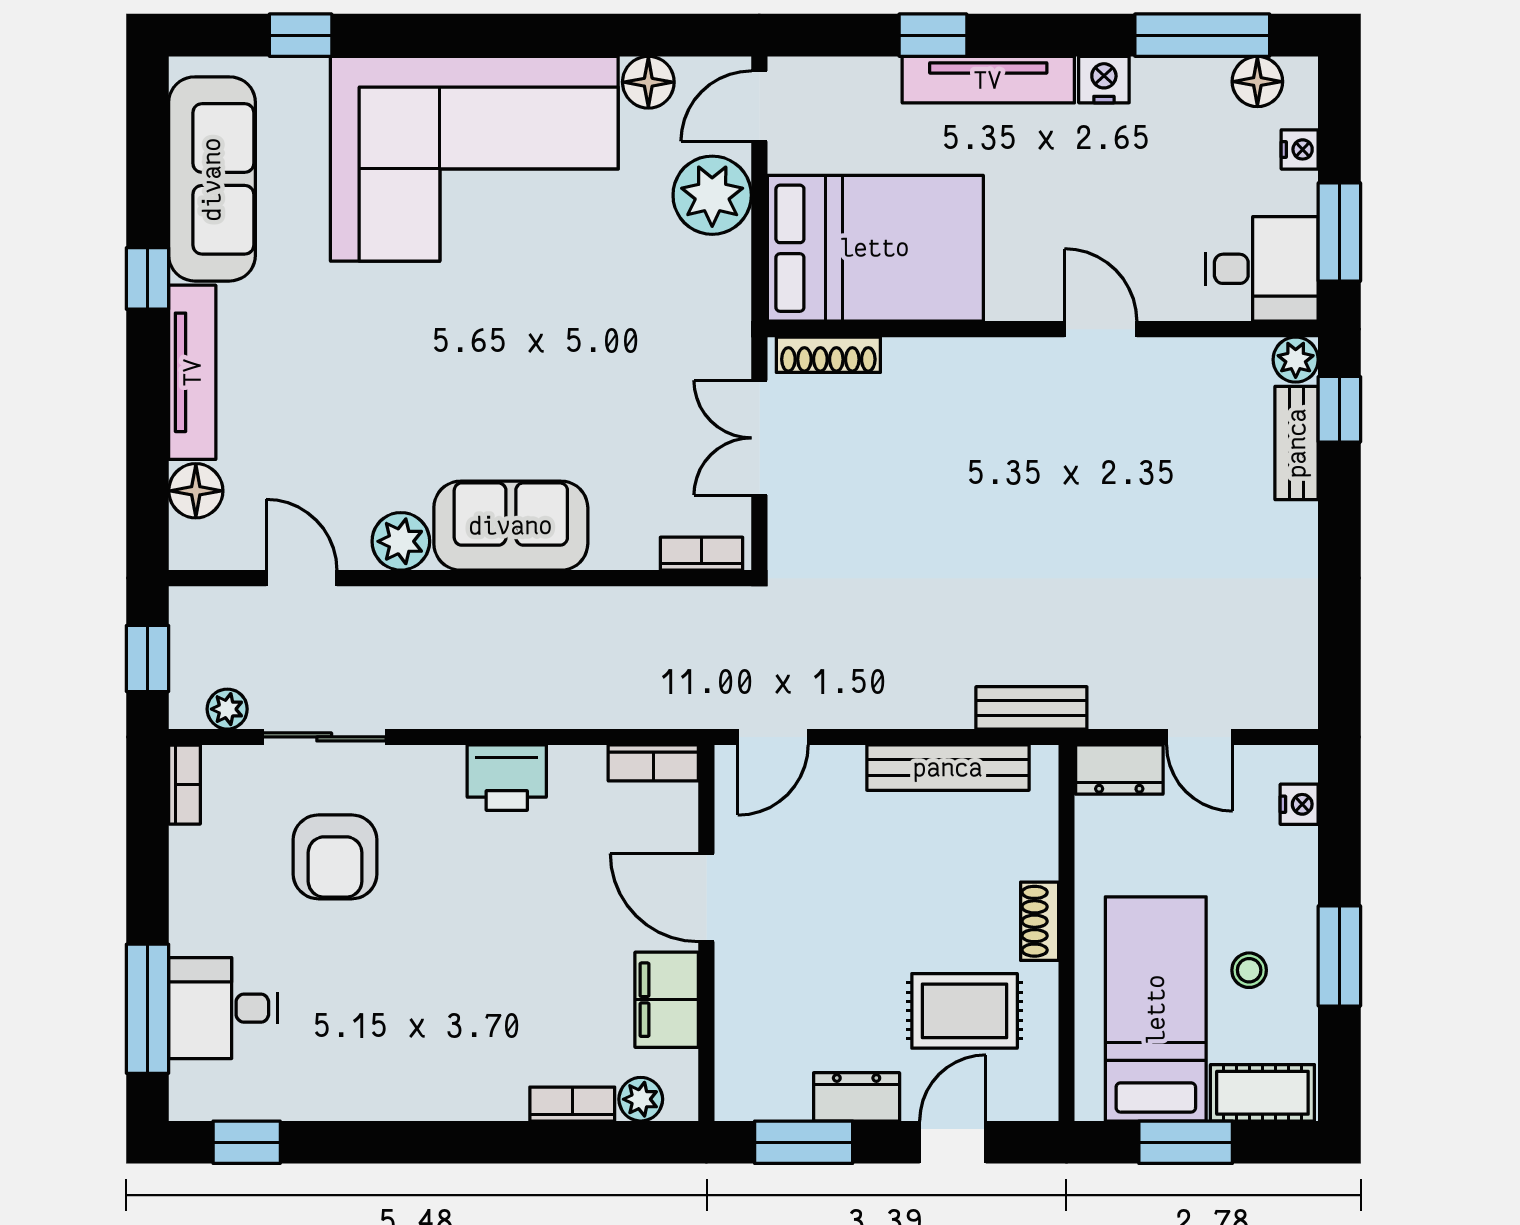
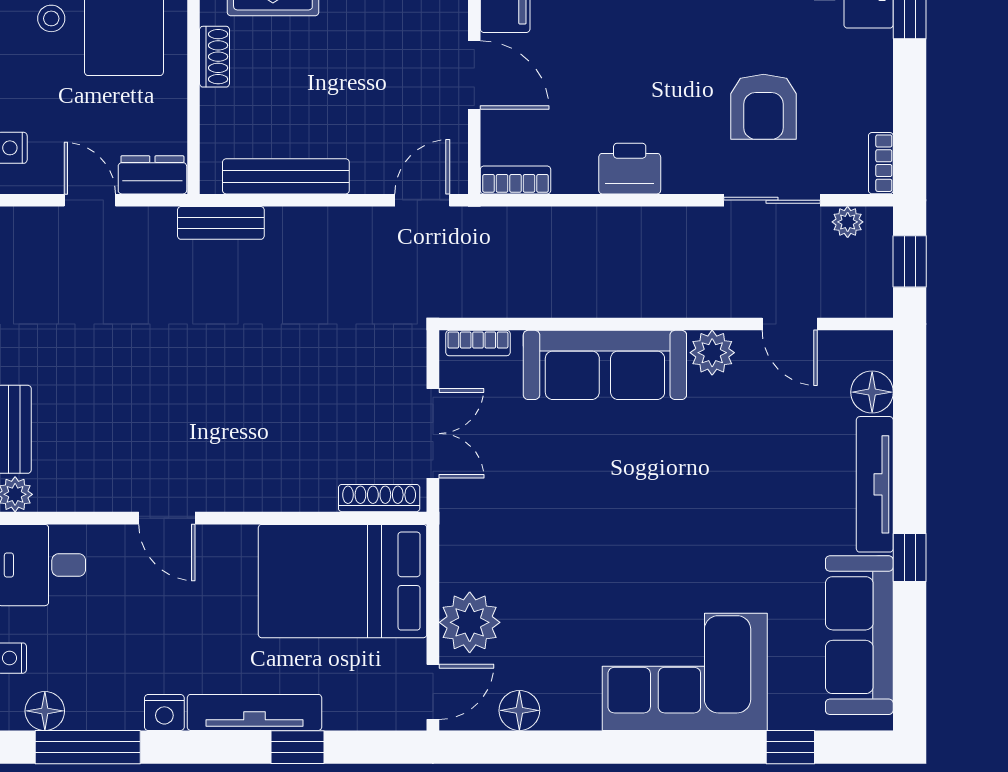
corner sofa: (474, 159) -> (685, 672), width x0.73, depth x0.74
sofa: (511, 526) -> (605, 365), width x1.36
armchair: (335, 857) -> (764, 107), turned 180

